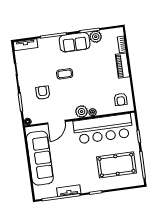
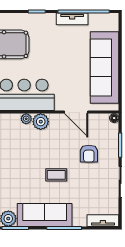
sofa: (75, 42) -> (45, 215), width x1.36
door: (56, 122) -> (76, 112), swing flipped

